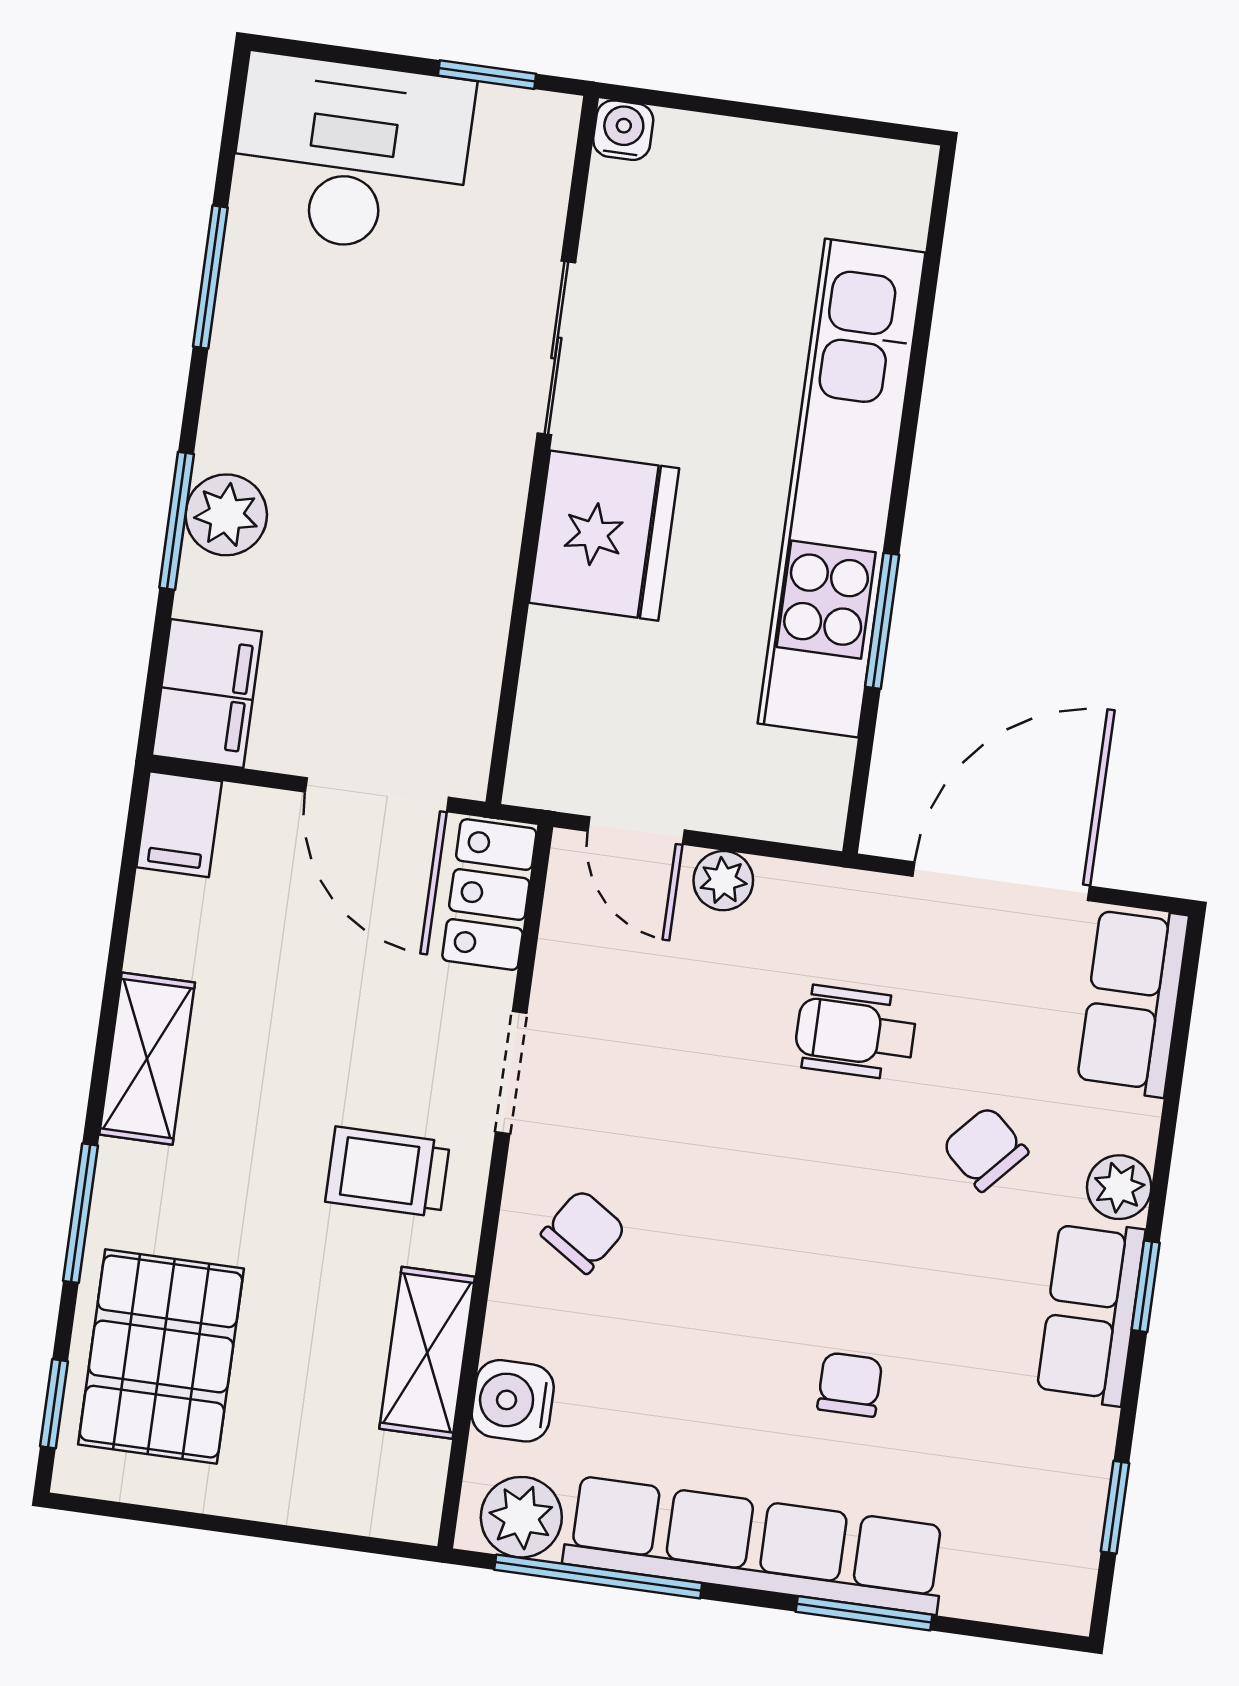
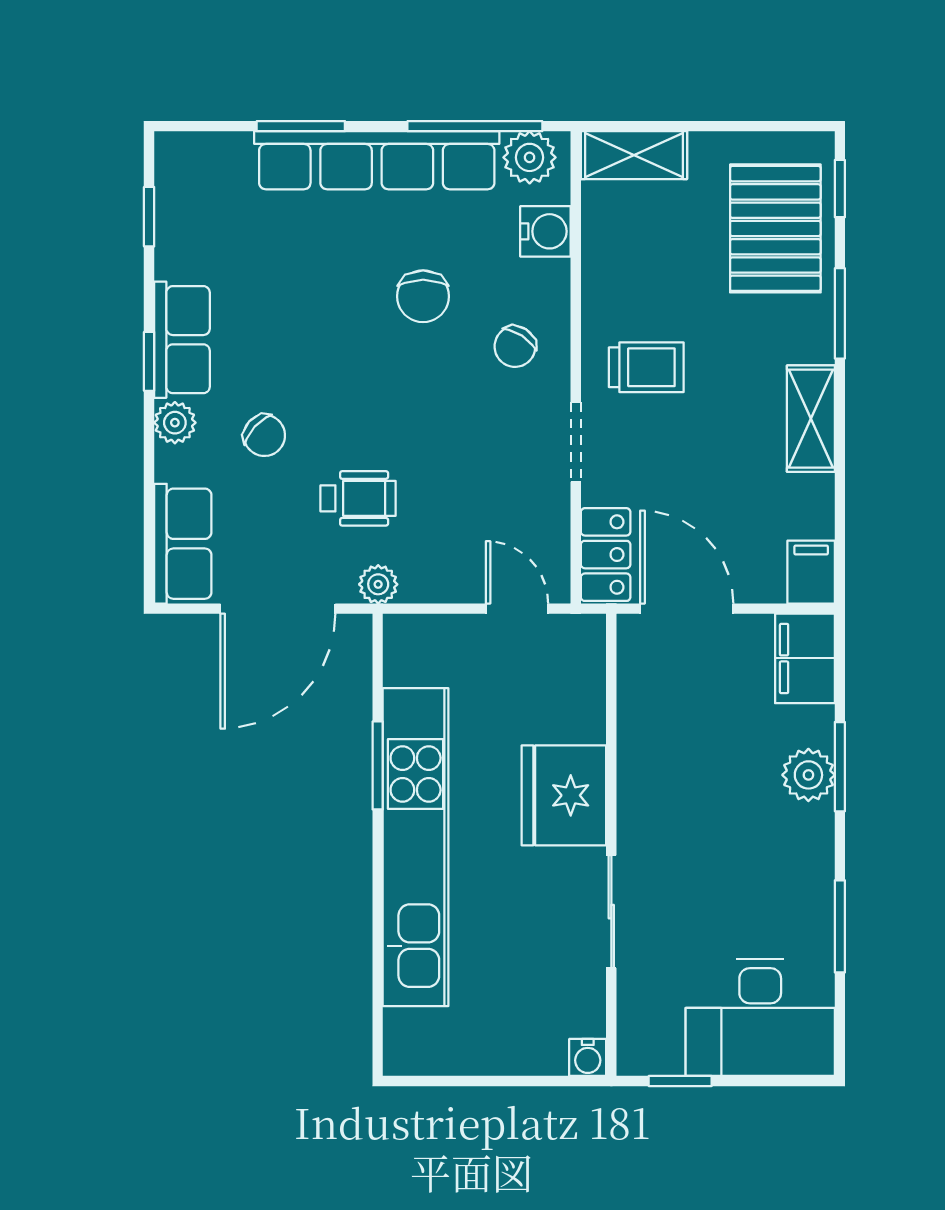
plant: (723, 881) -> (378, 584), moved
shelving: (427, 1353) -> (634, 155), moved, turned 90
chair: (850, 1385) -> (423, 296), moved, width x1.37, depth x1.37

